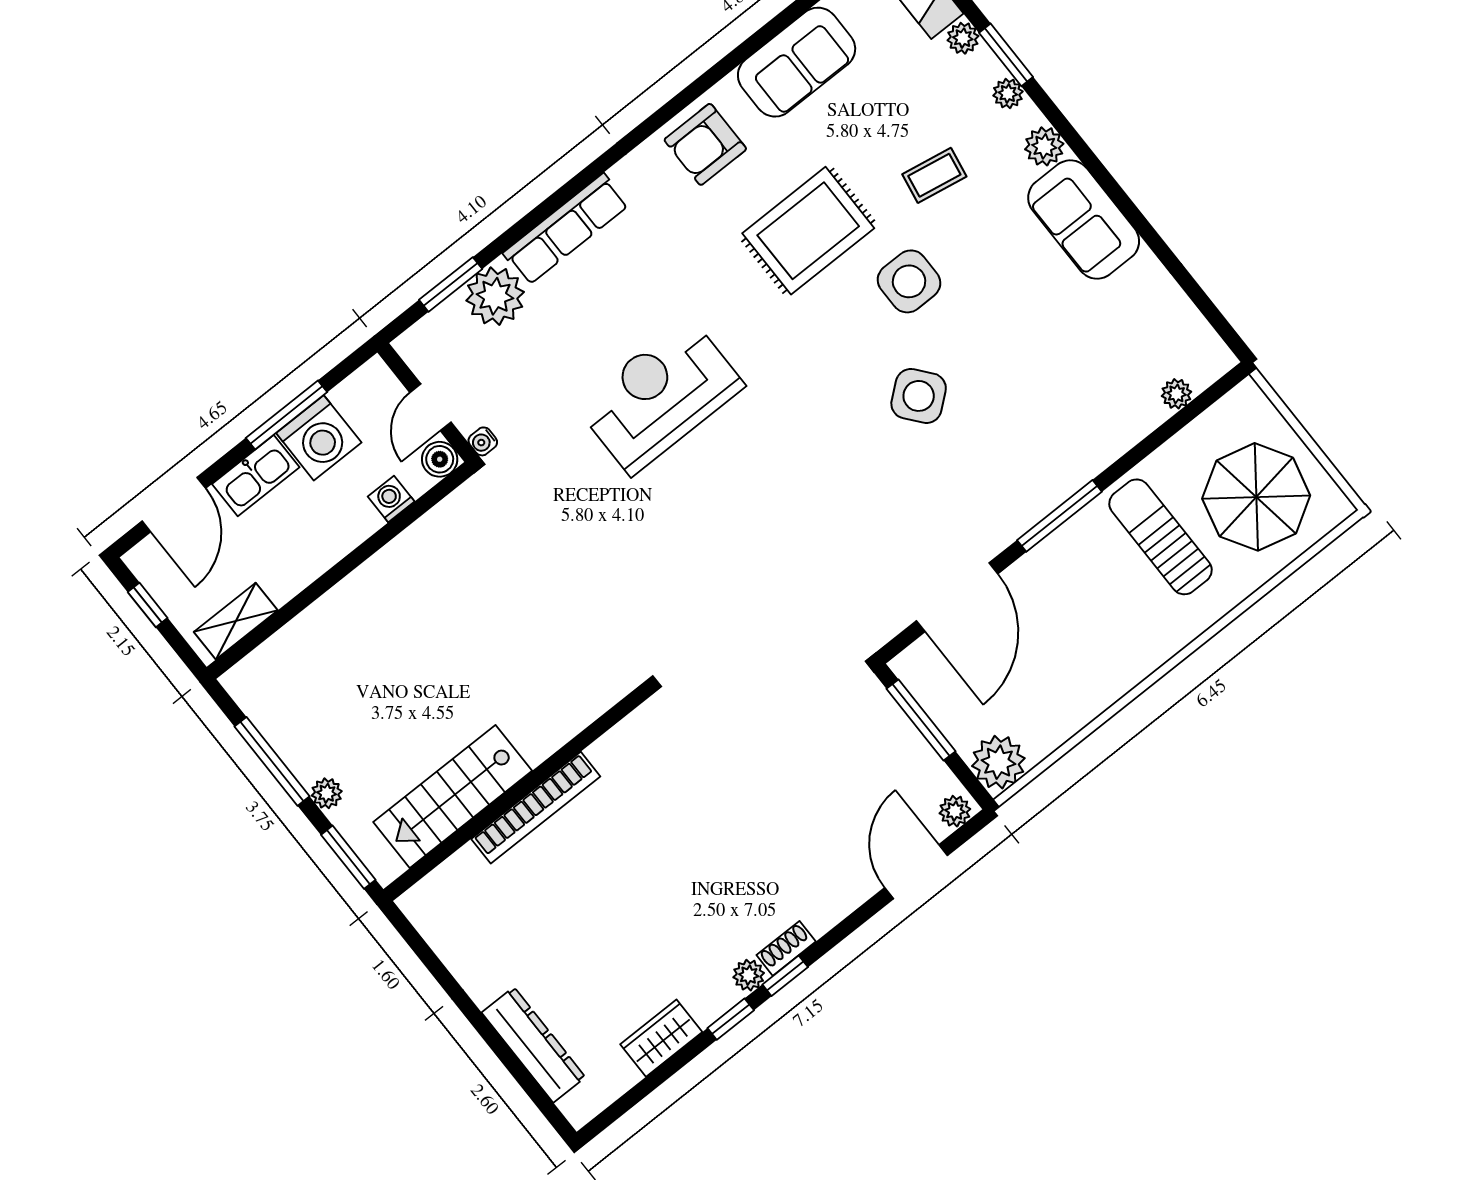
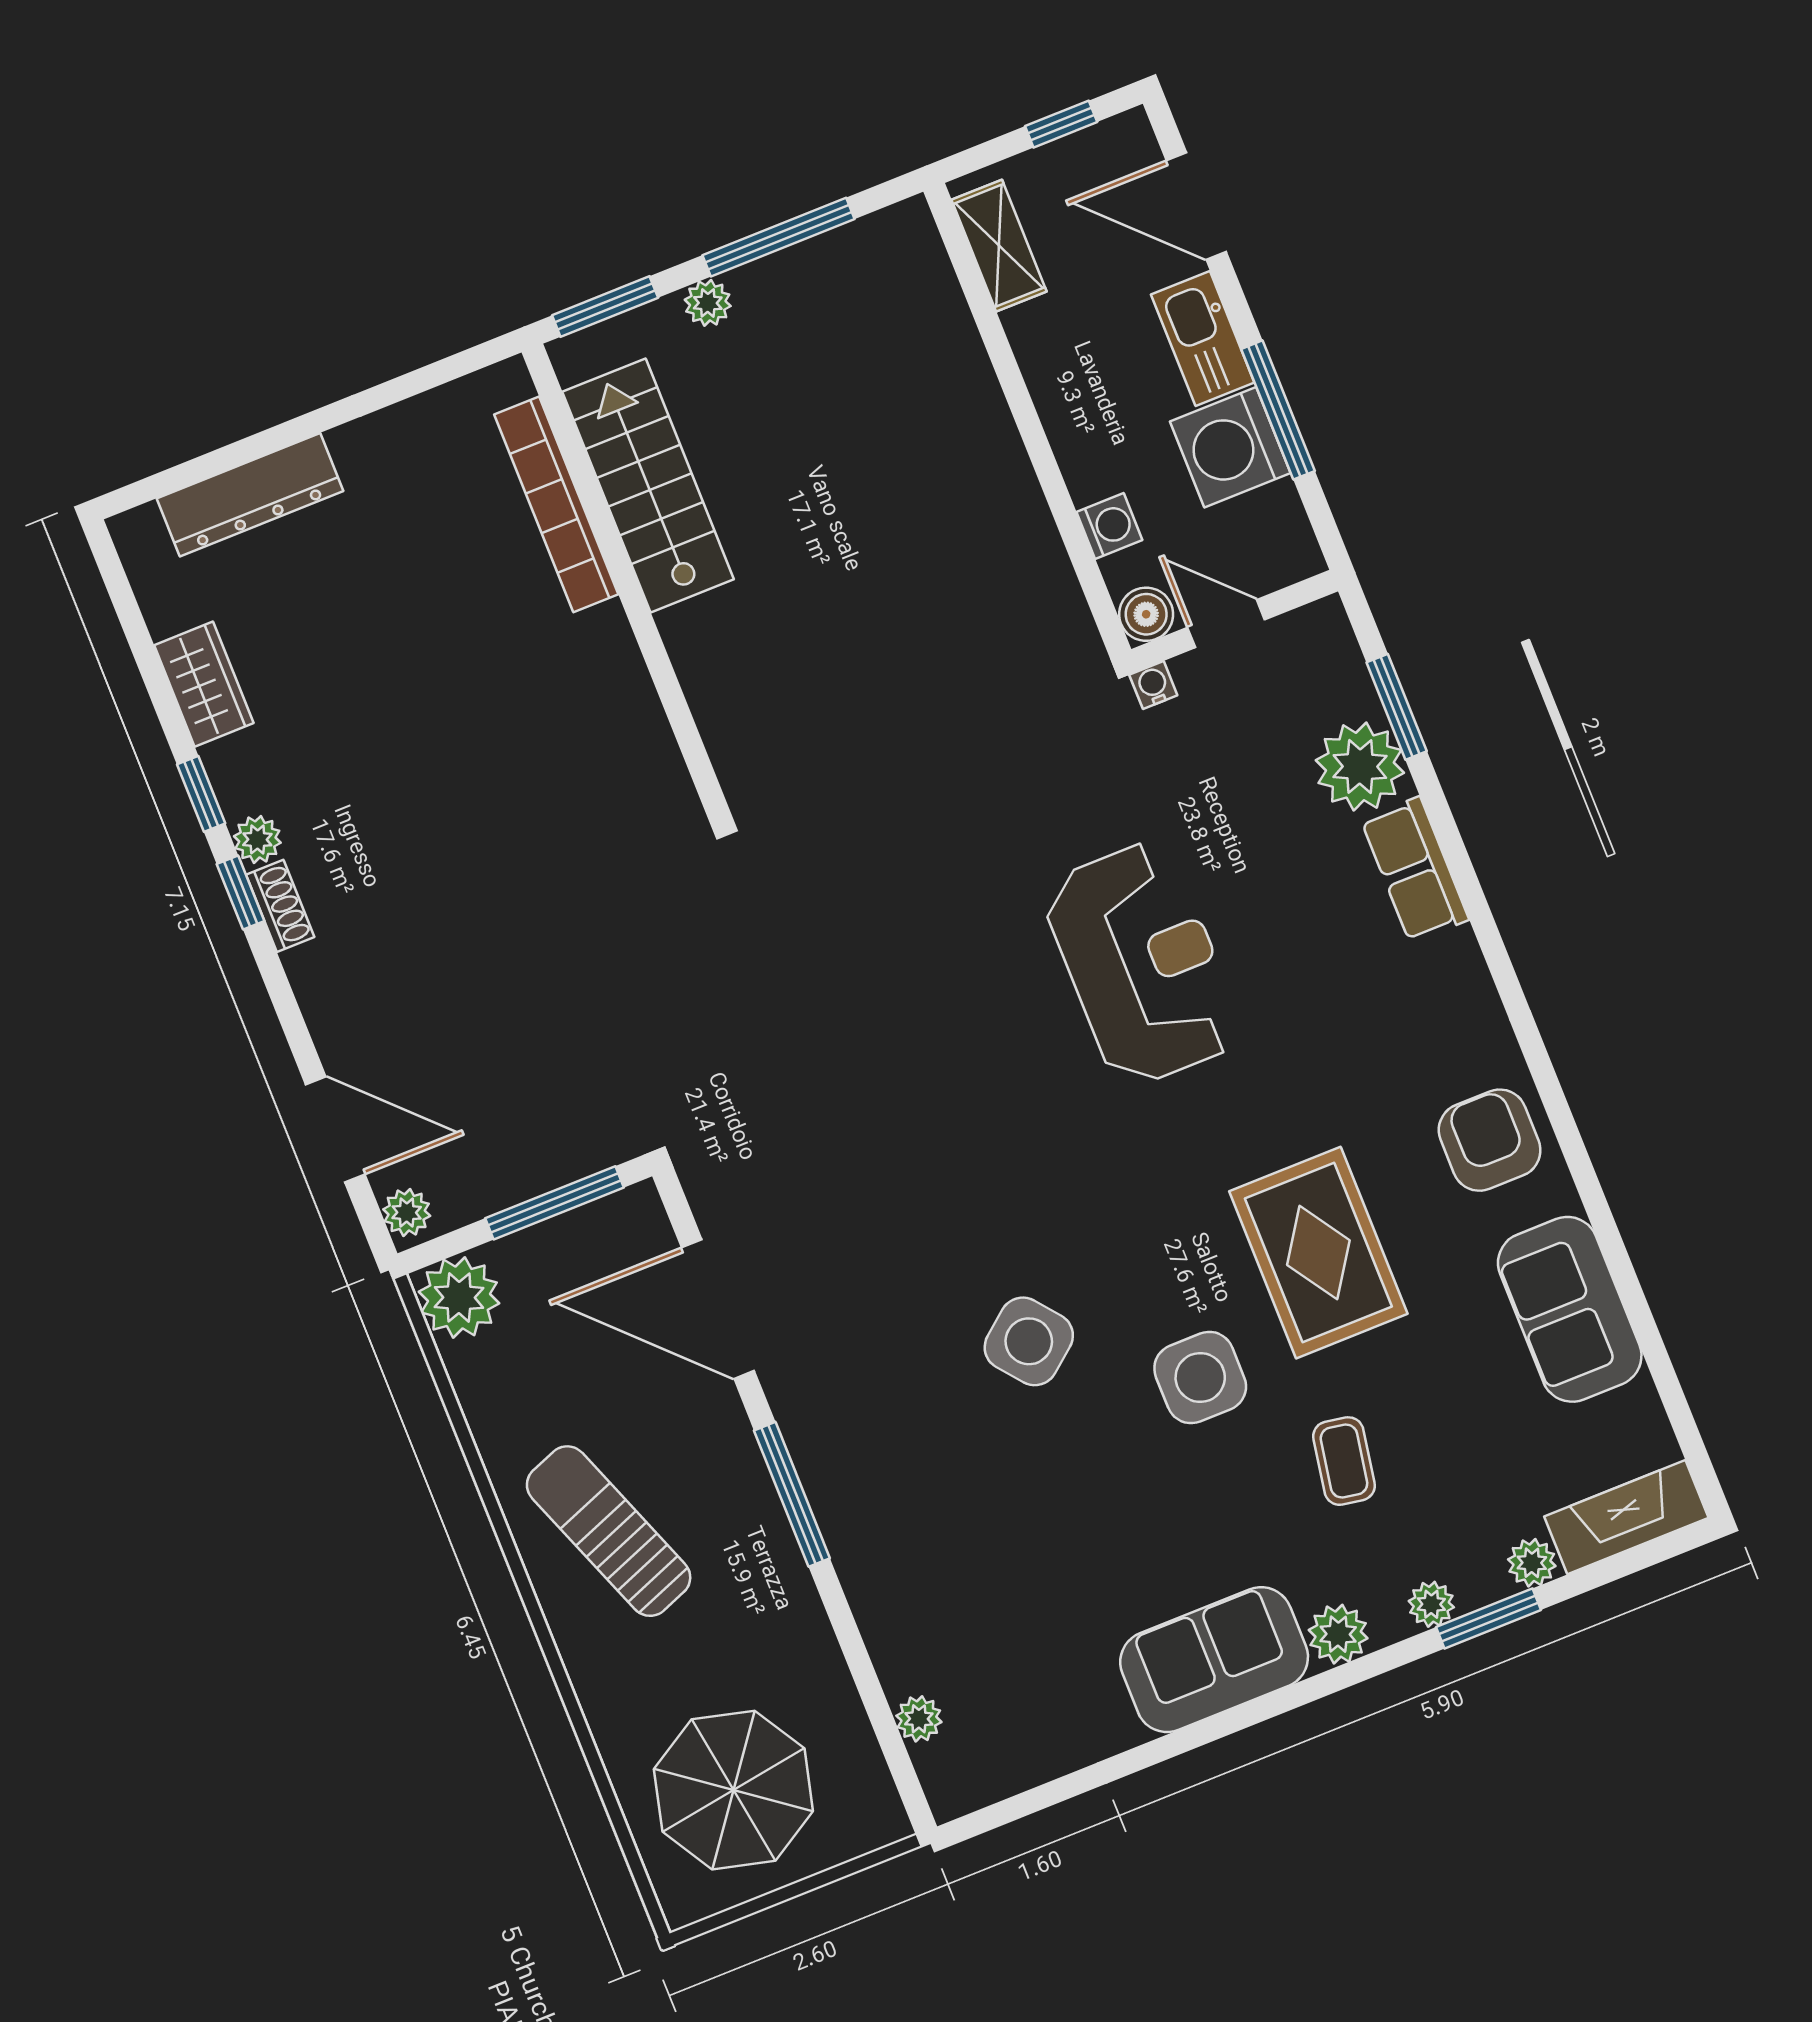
row of seats: (566, 229) -> (1415, 870), width x0.68
sun lounger: (1160, 537) -> (609, 1531), moved, turned -111
bookcase: (536, 808) -> (556, 504), moved

